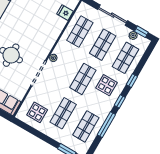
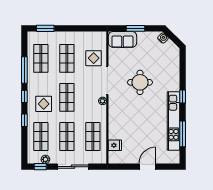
display table: (37, 112) -> (94, 58), moved

